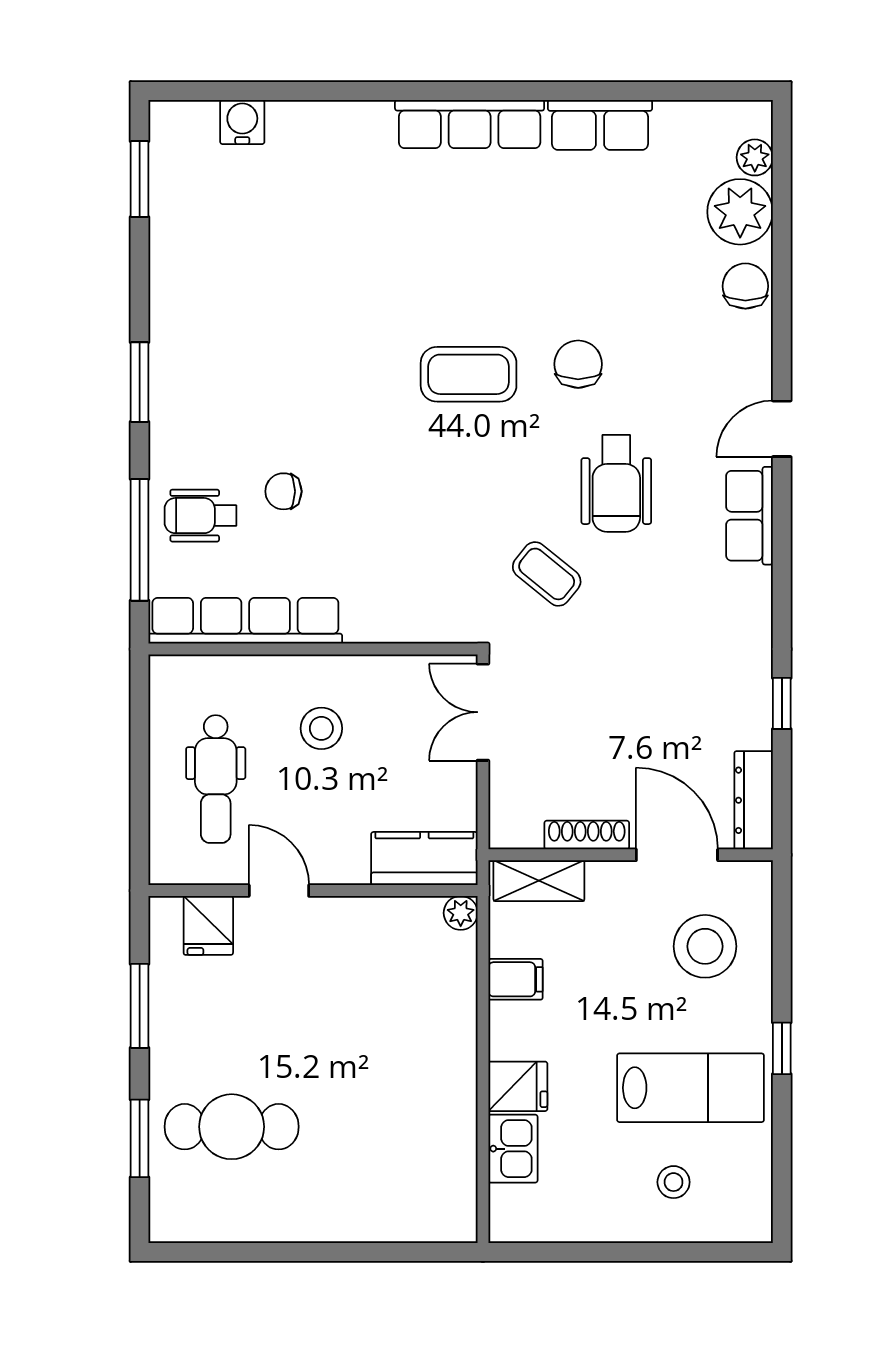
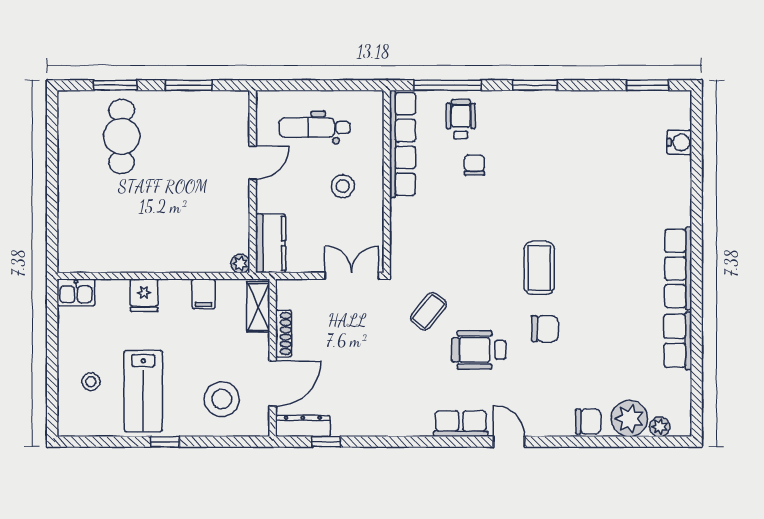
window: (782, 703) -> (326, 442), moved
fridge: (208, 925) -> (233, 123), removed
kitchen sink: (513, 1149) -> (76, 293), moved

